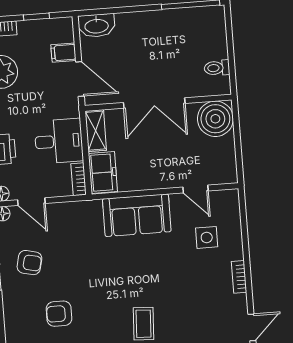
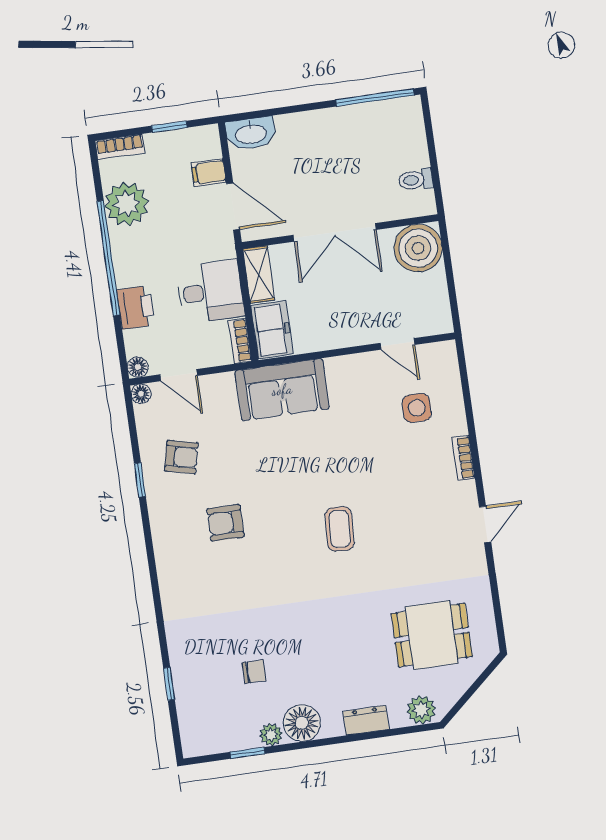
sofa: (137, 215) -> (282, 390), moved

